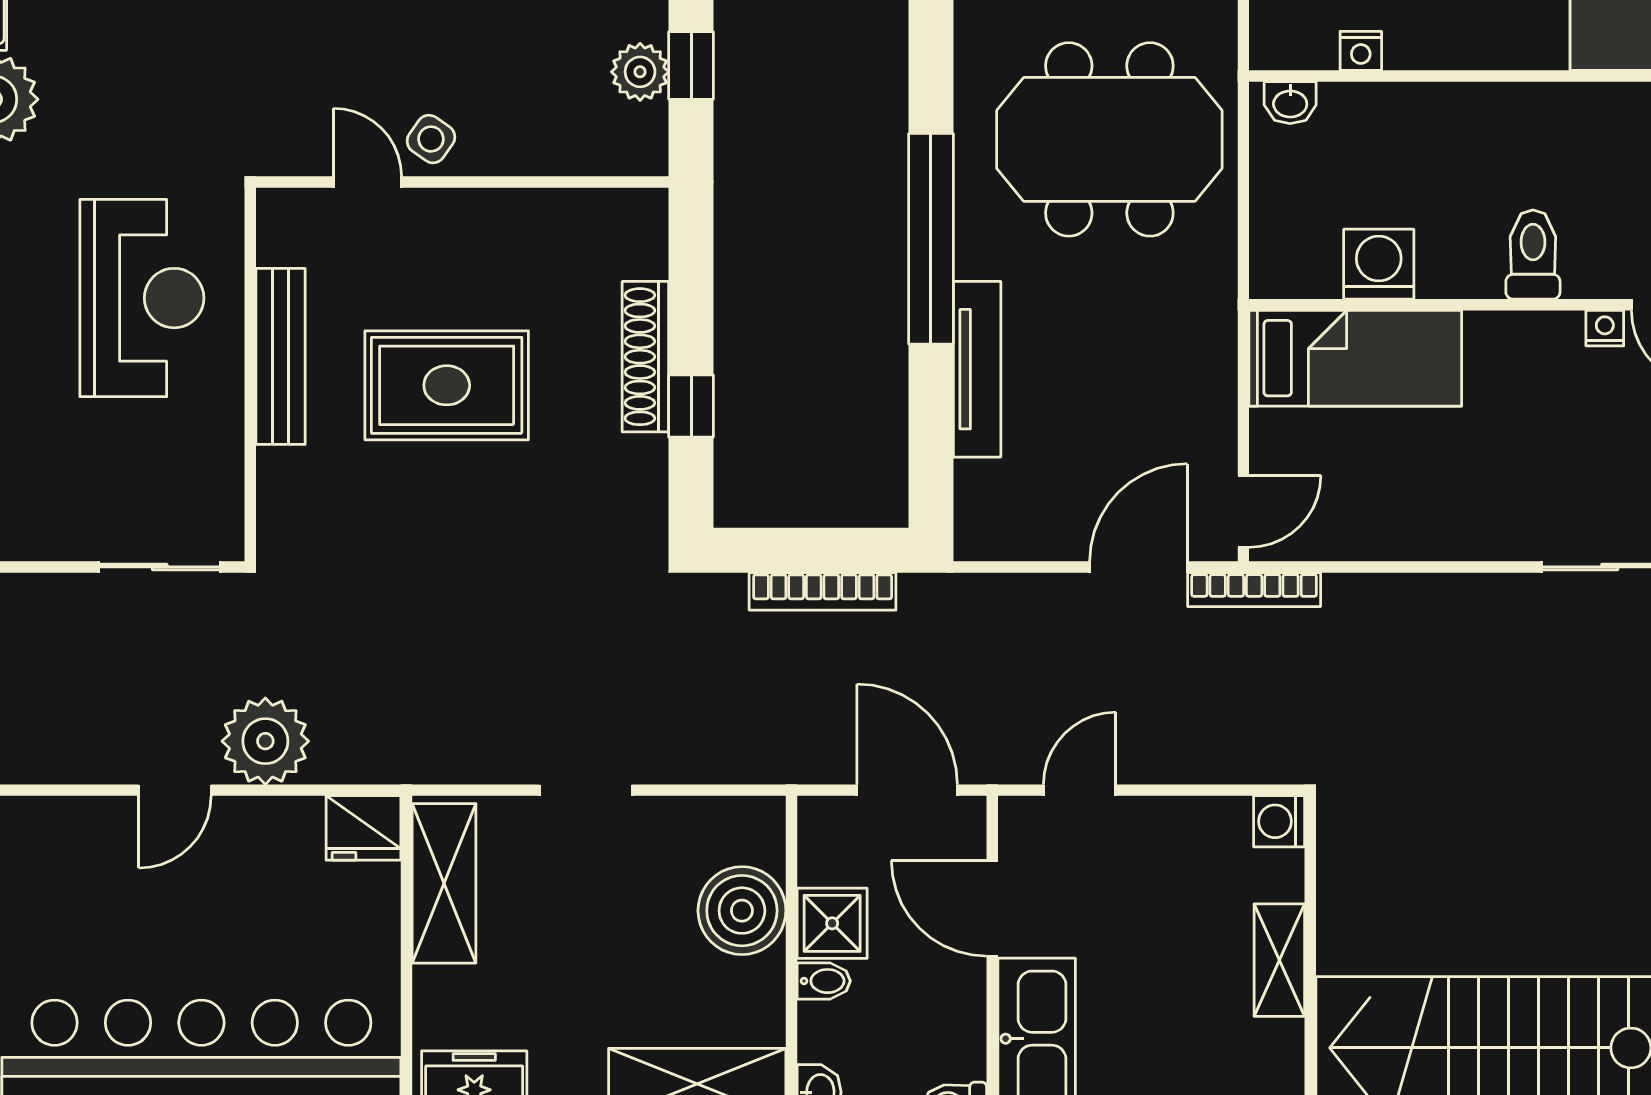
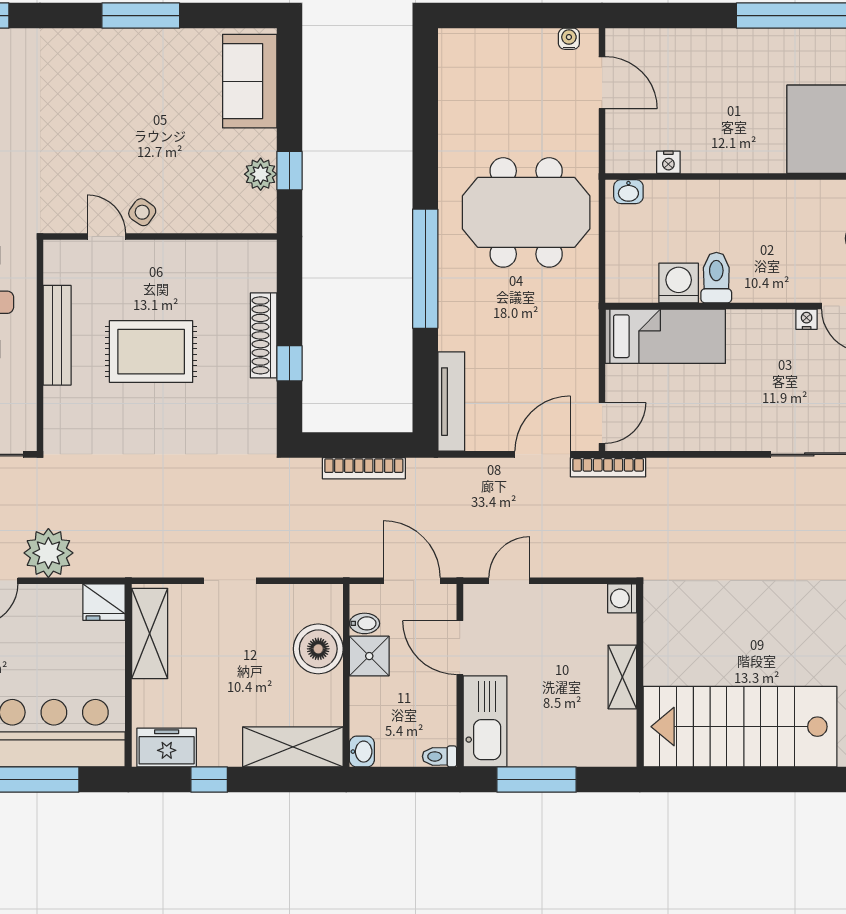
toilet: (1533, 255) -> (716, 278), moved
tv unit: (977, 369) -> (451, 402), moved
bidet: (824, 981) -> (364, 623), moved

